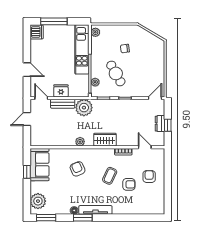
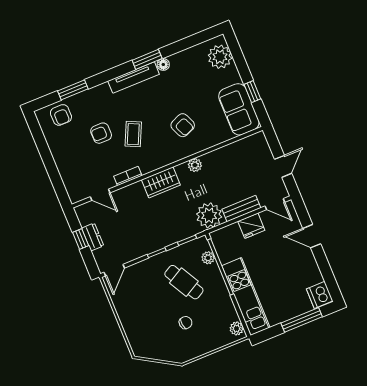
armchair: (149, 177) -> (61, 115), moved
window: (46, 218) -> (73, 90), moved

